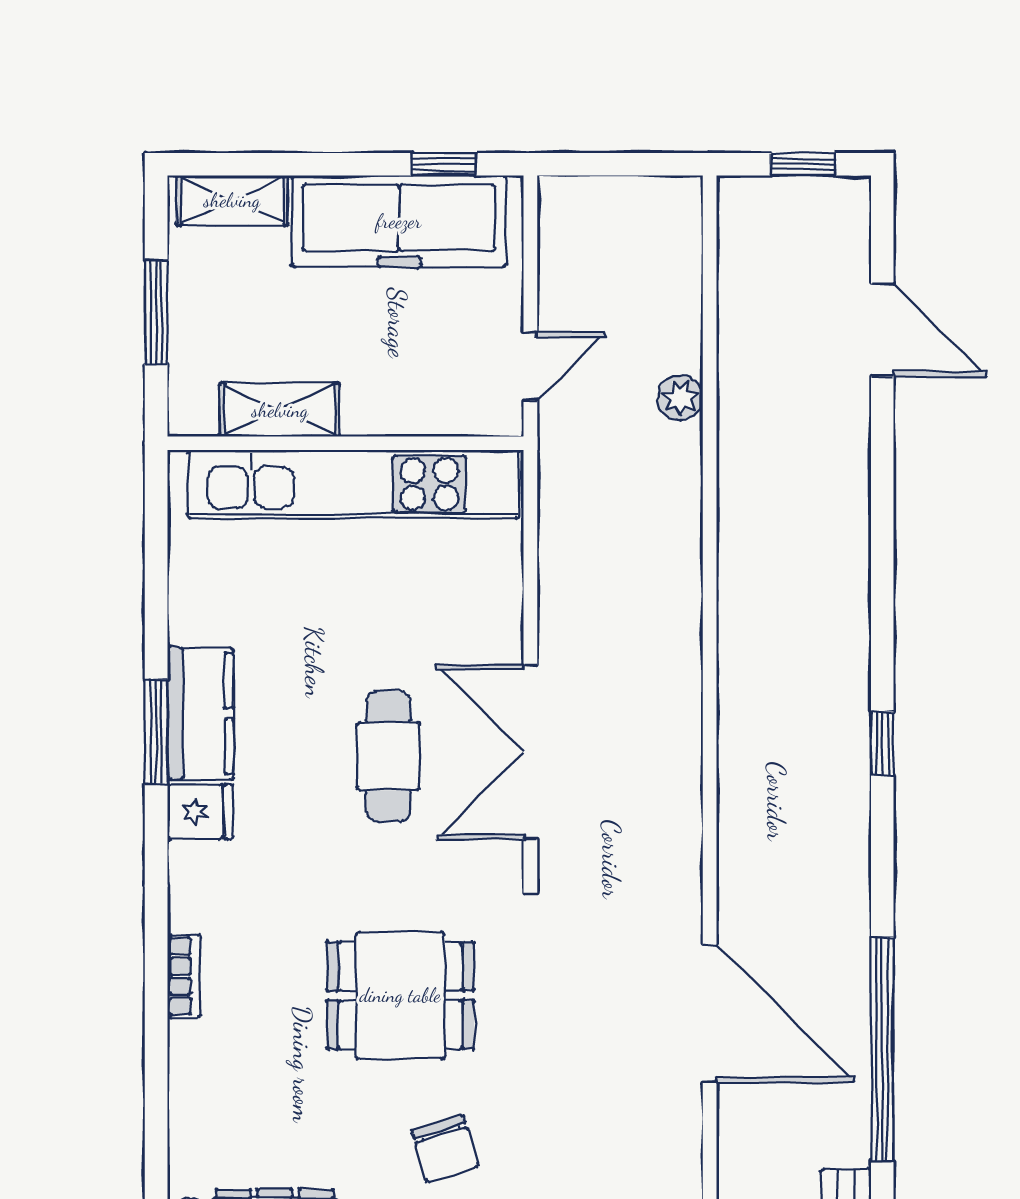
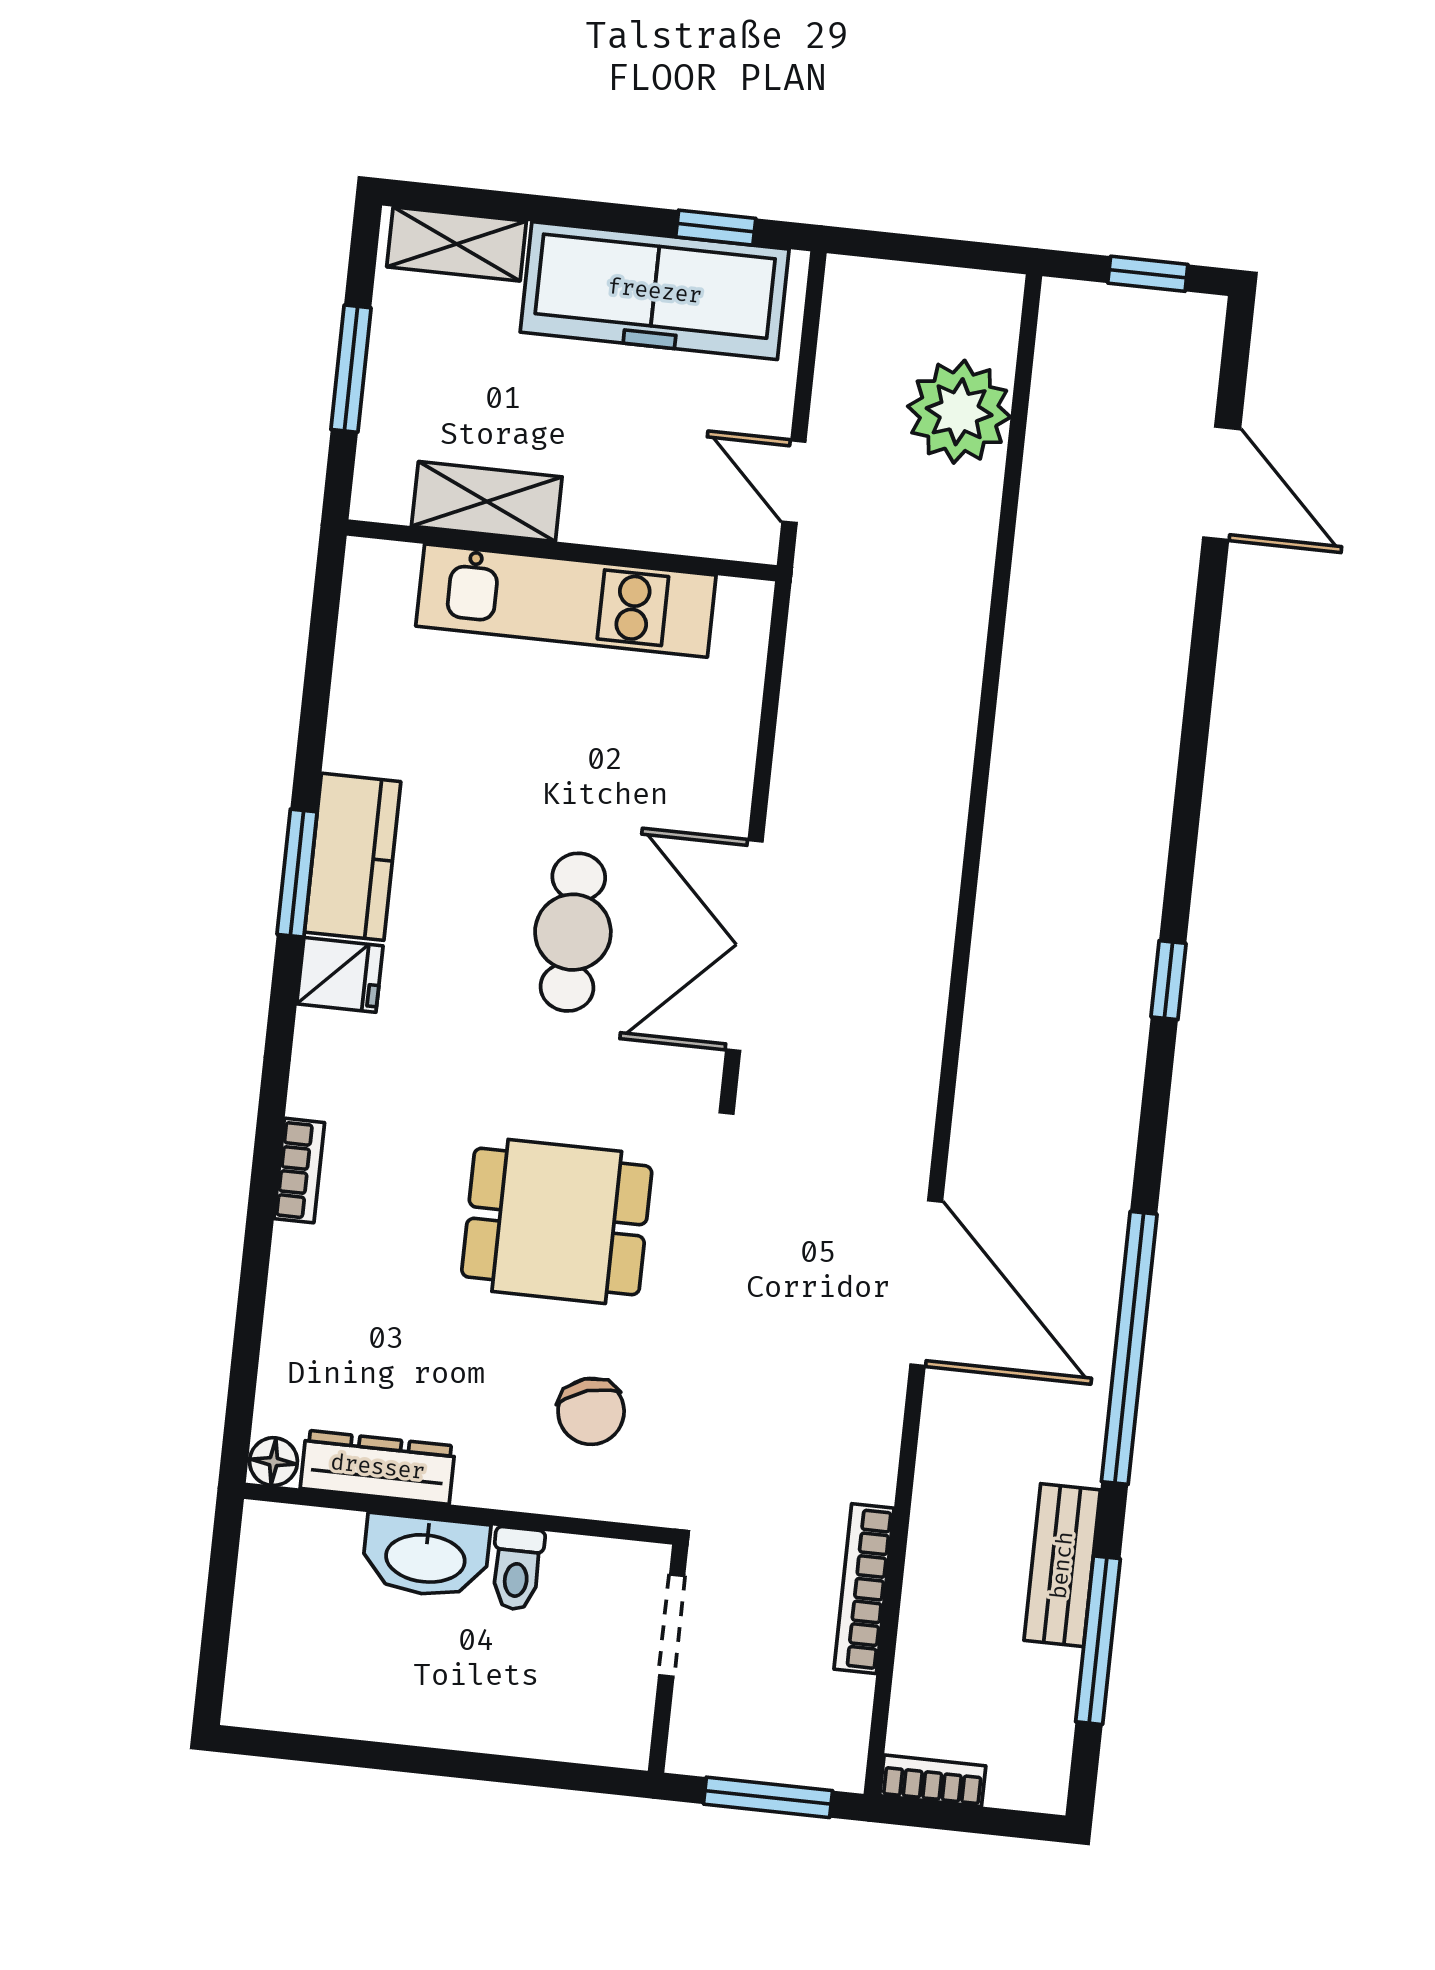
door: (530, 366) -> (794, 482), swing flipped
plant: (680, 398) -> (959, 412), moved, width x1.88, depth x1.88
kitchen unit: (353, 484) -> (566, 601), width x0.73

